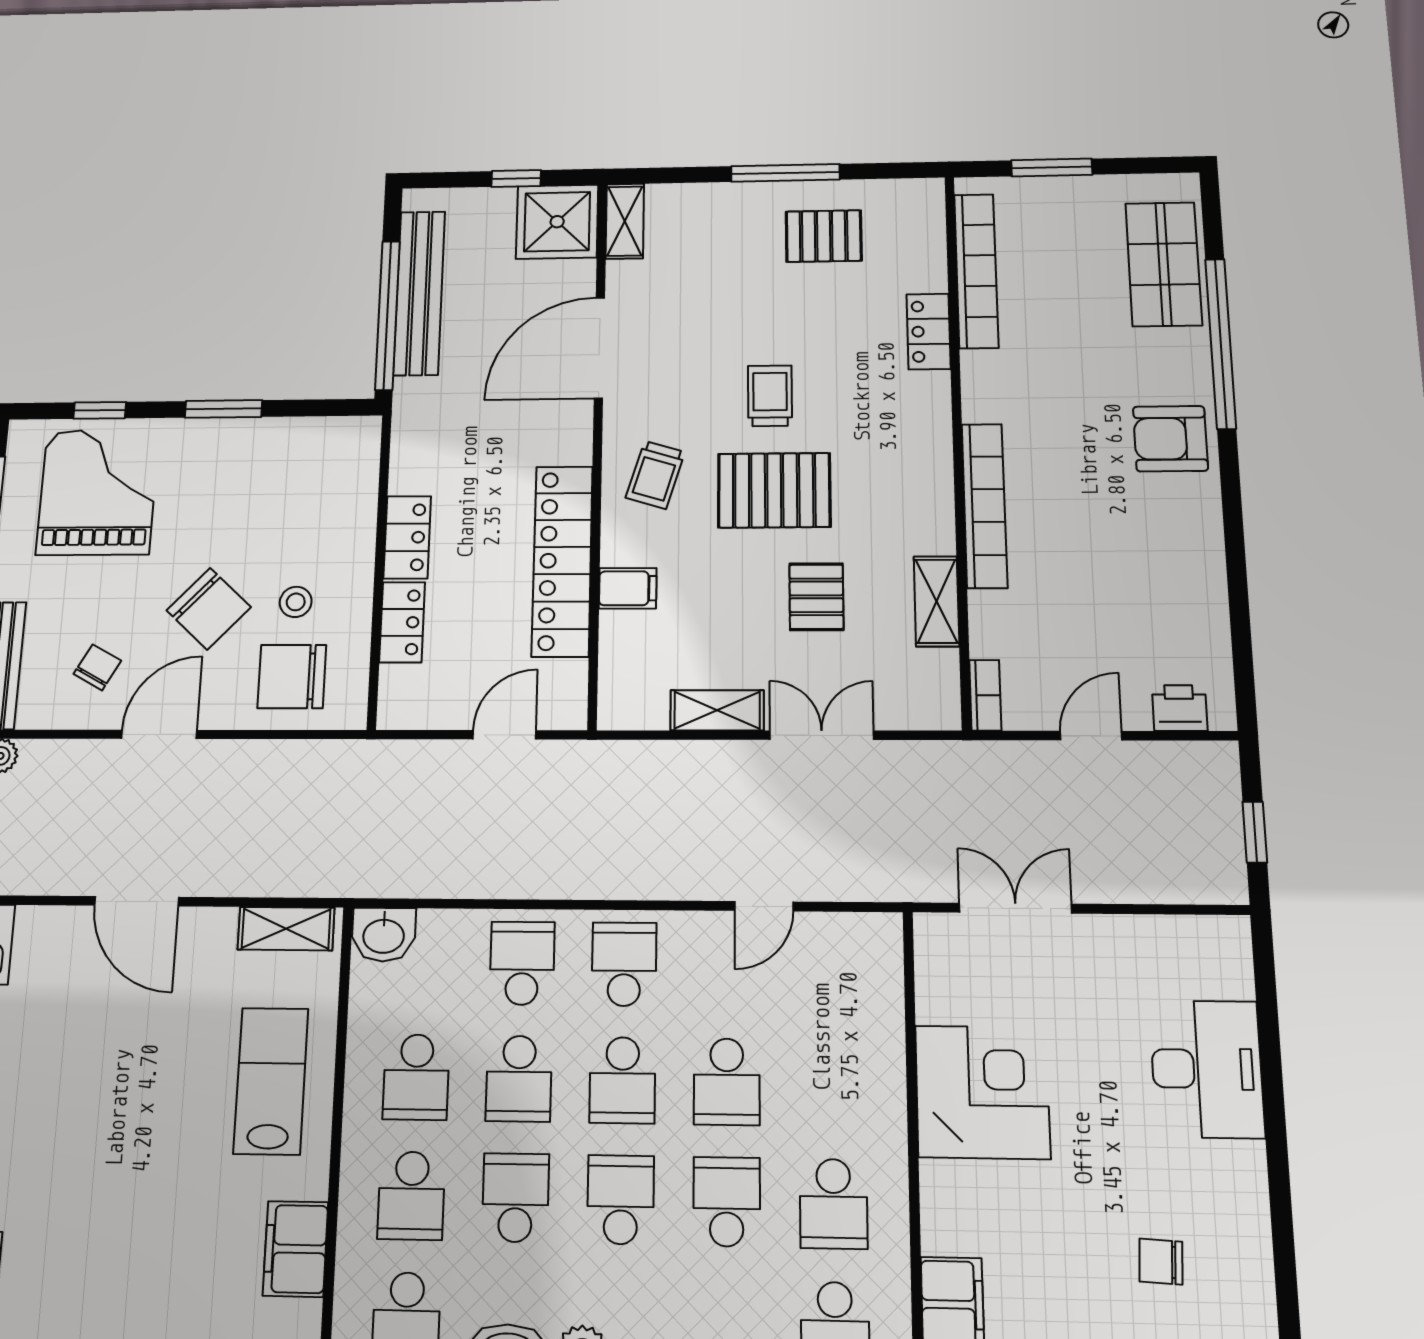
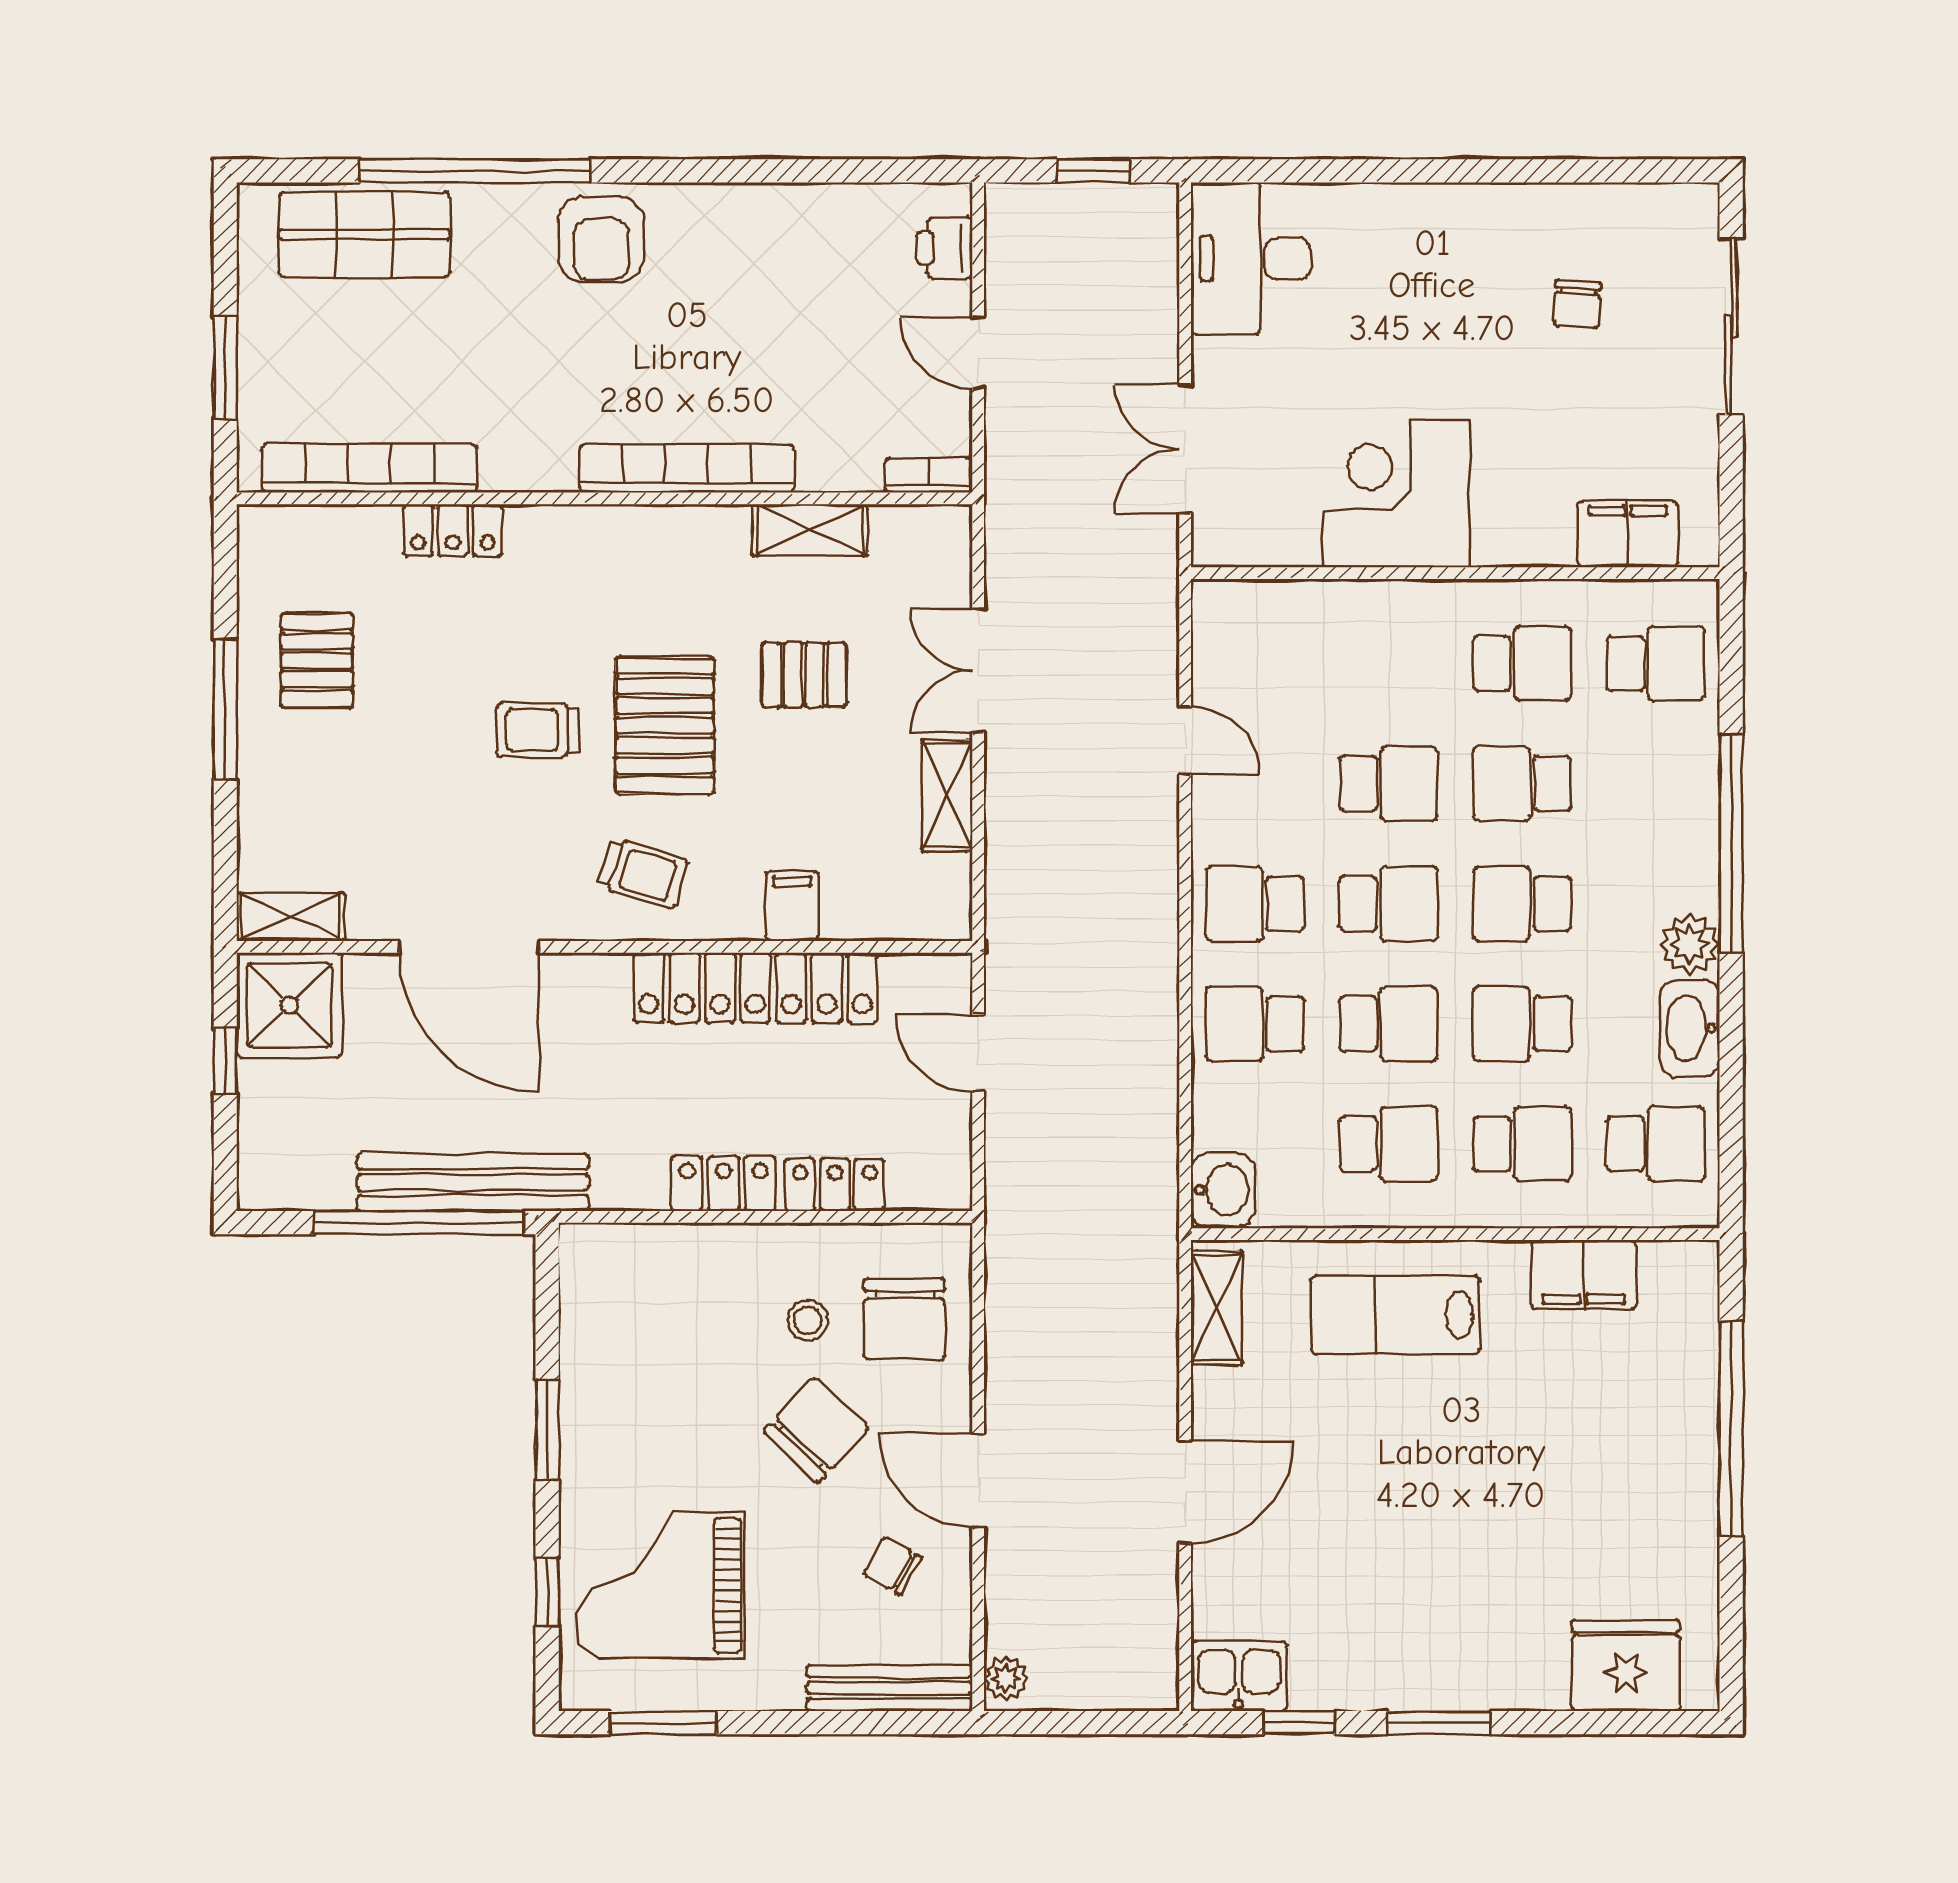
bench: (419, 293) -> (473, 1182), moved
desk: (1207, 1069) -> (1251, 259), moved, turned -90

